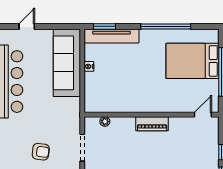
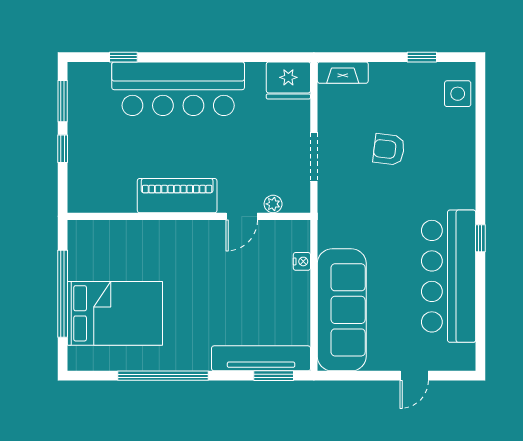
nightstand: (89, 66) -> (302, 261), moved
door: (203, 115) -> (242, 216), moved
piano: (152, 124) -> (177, 196), width x1.37, depth x1.33

